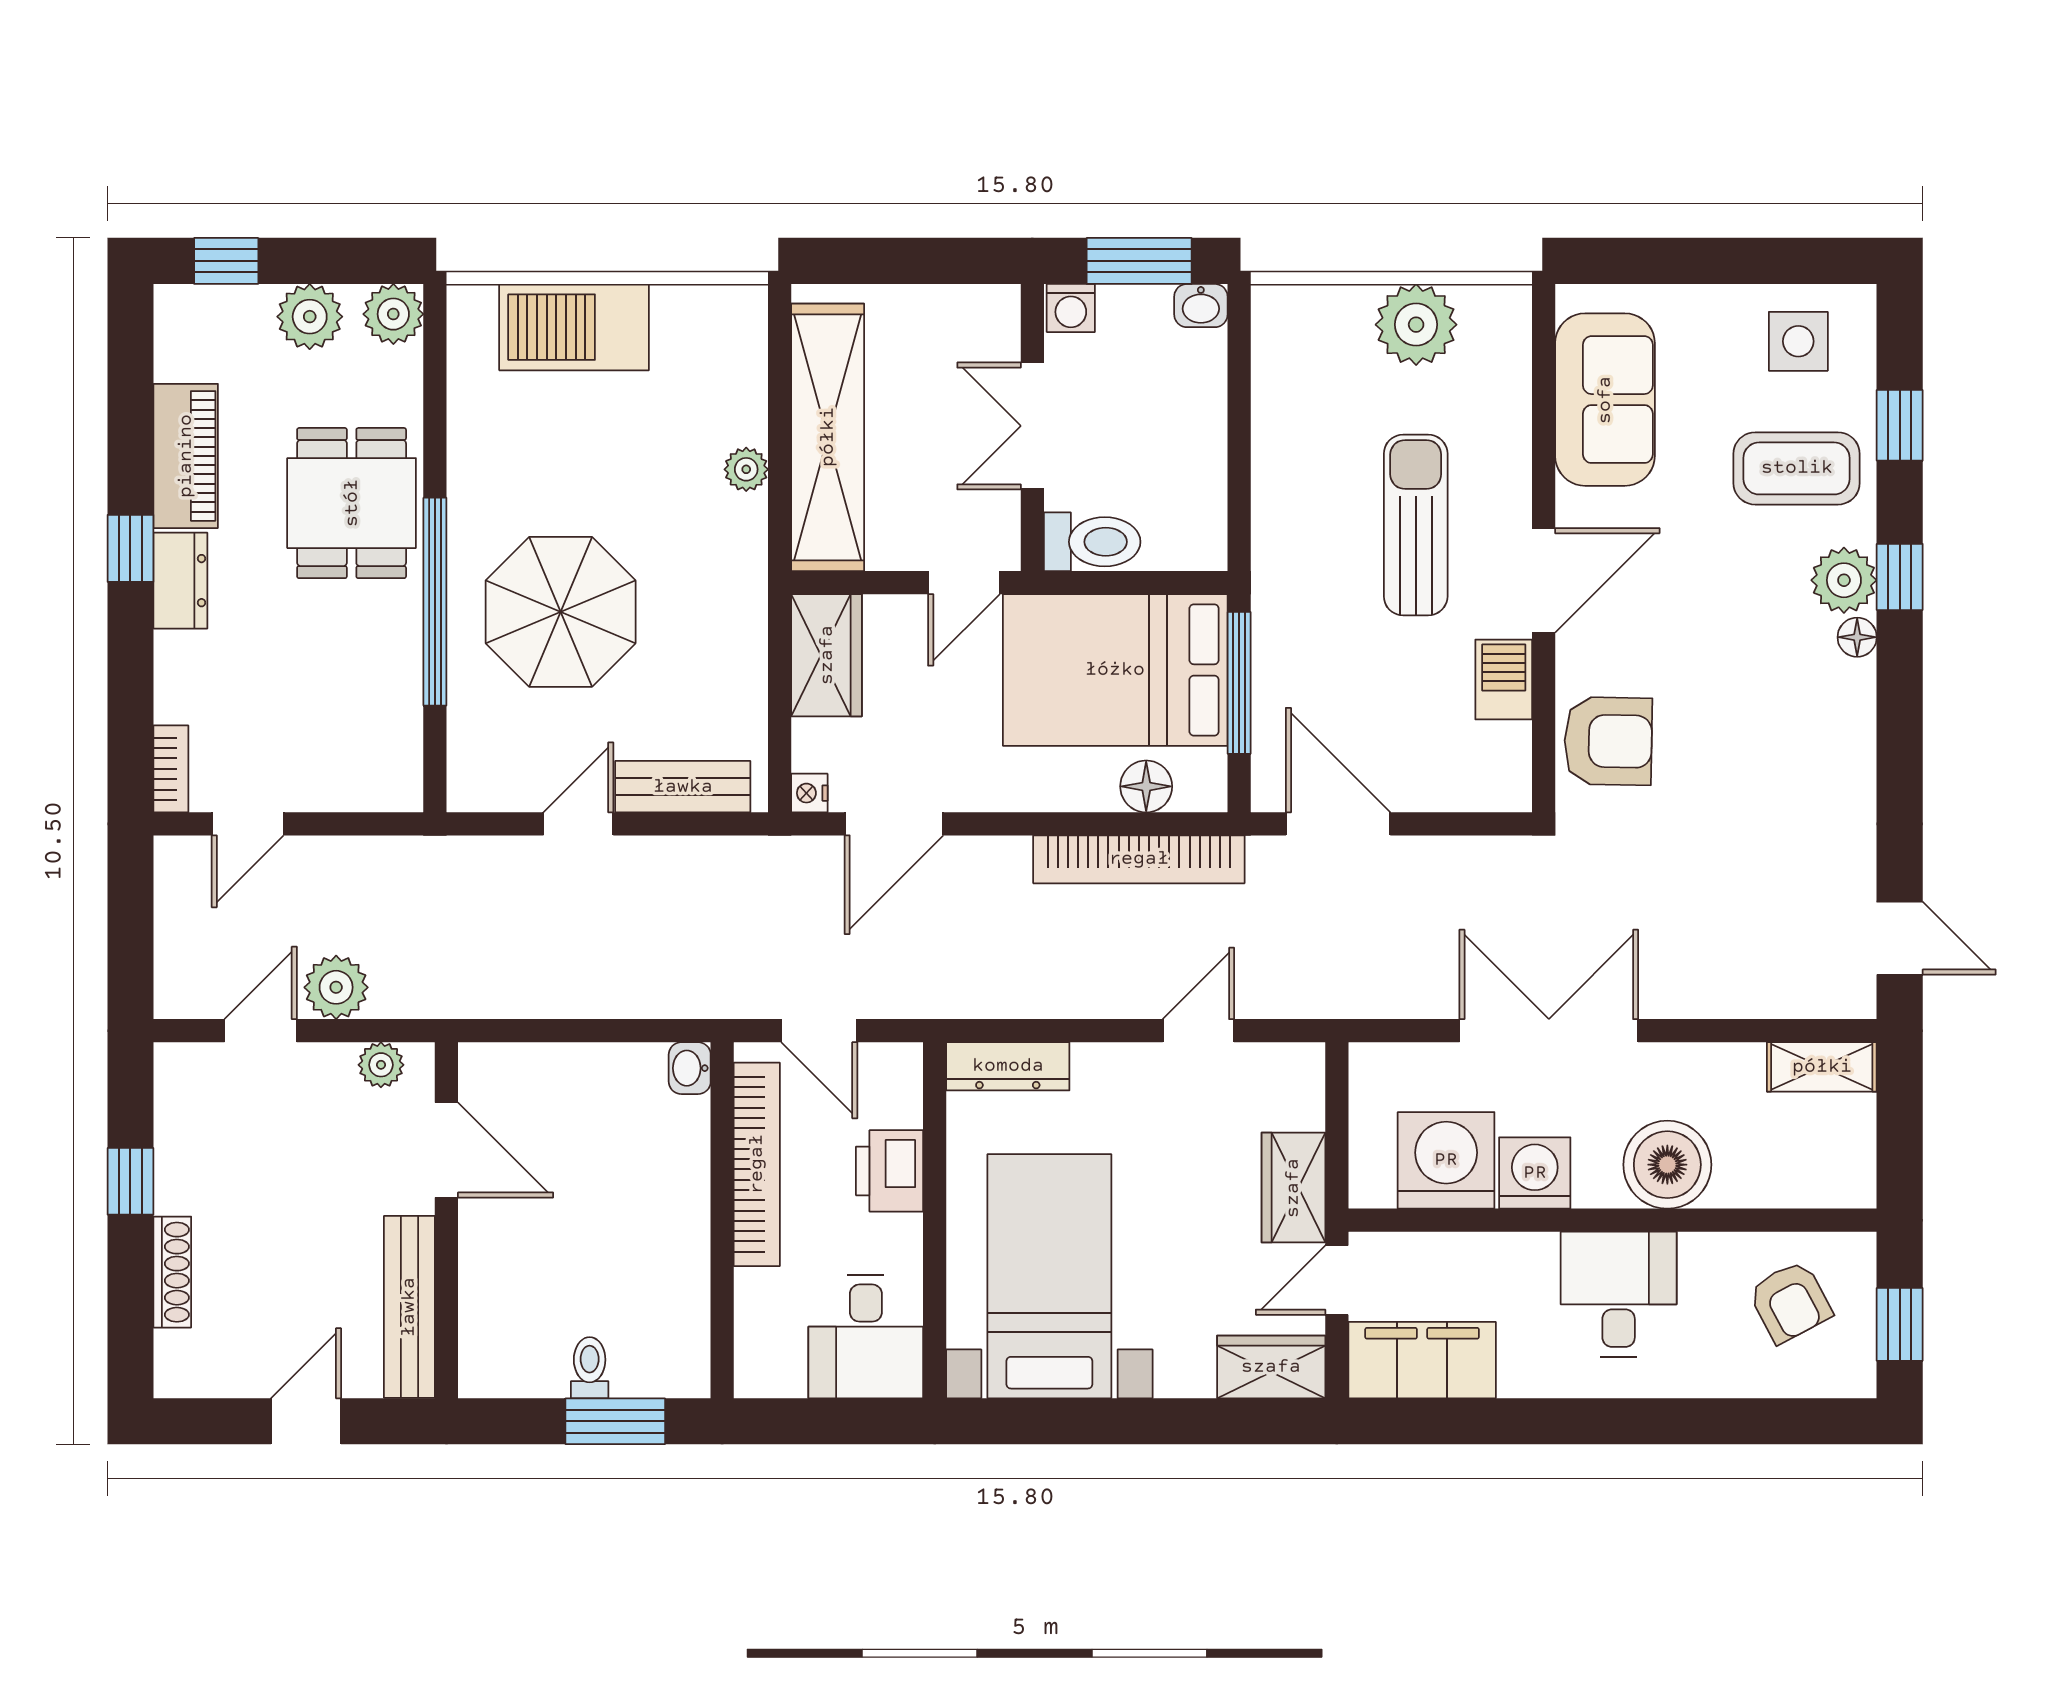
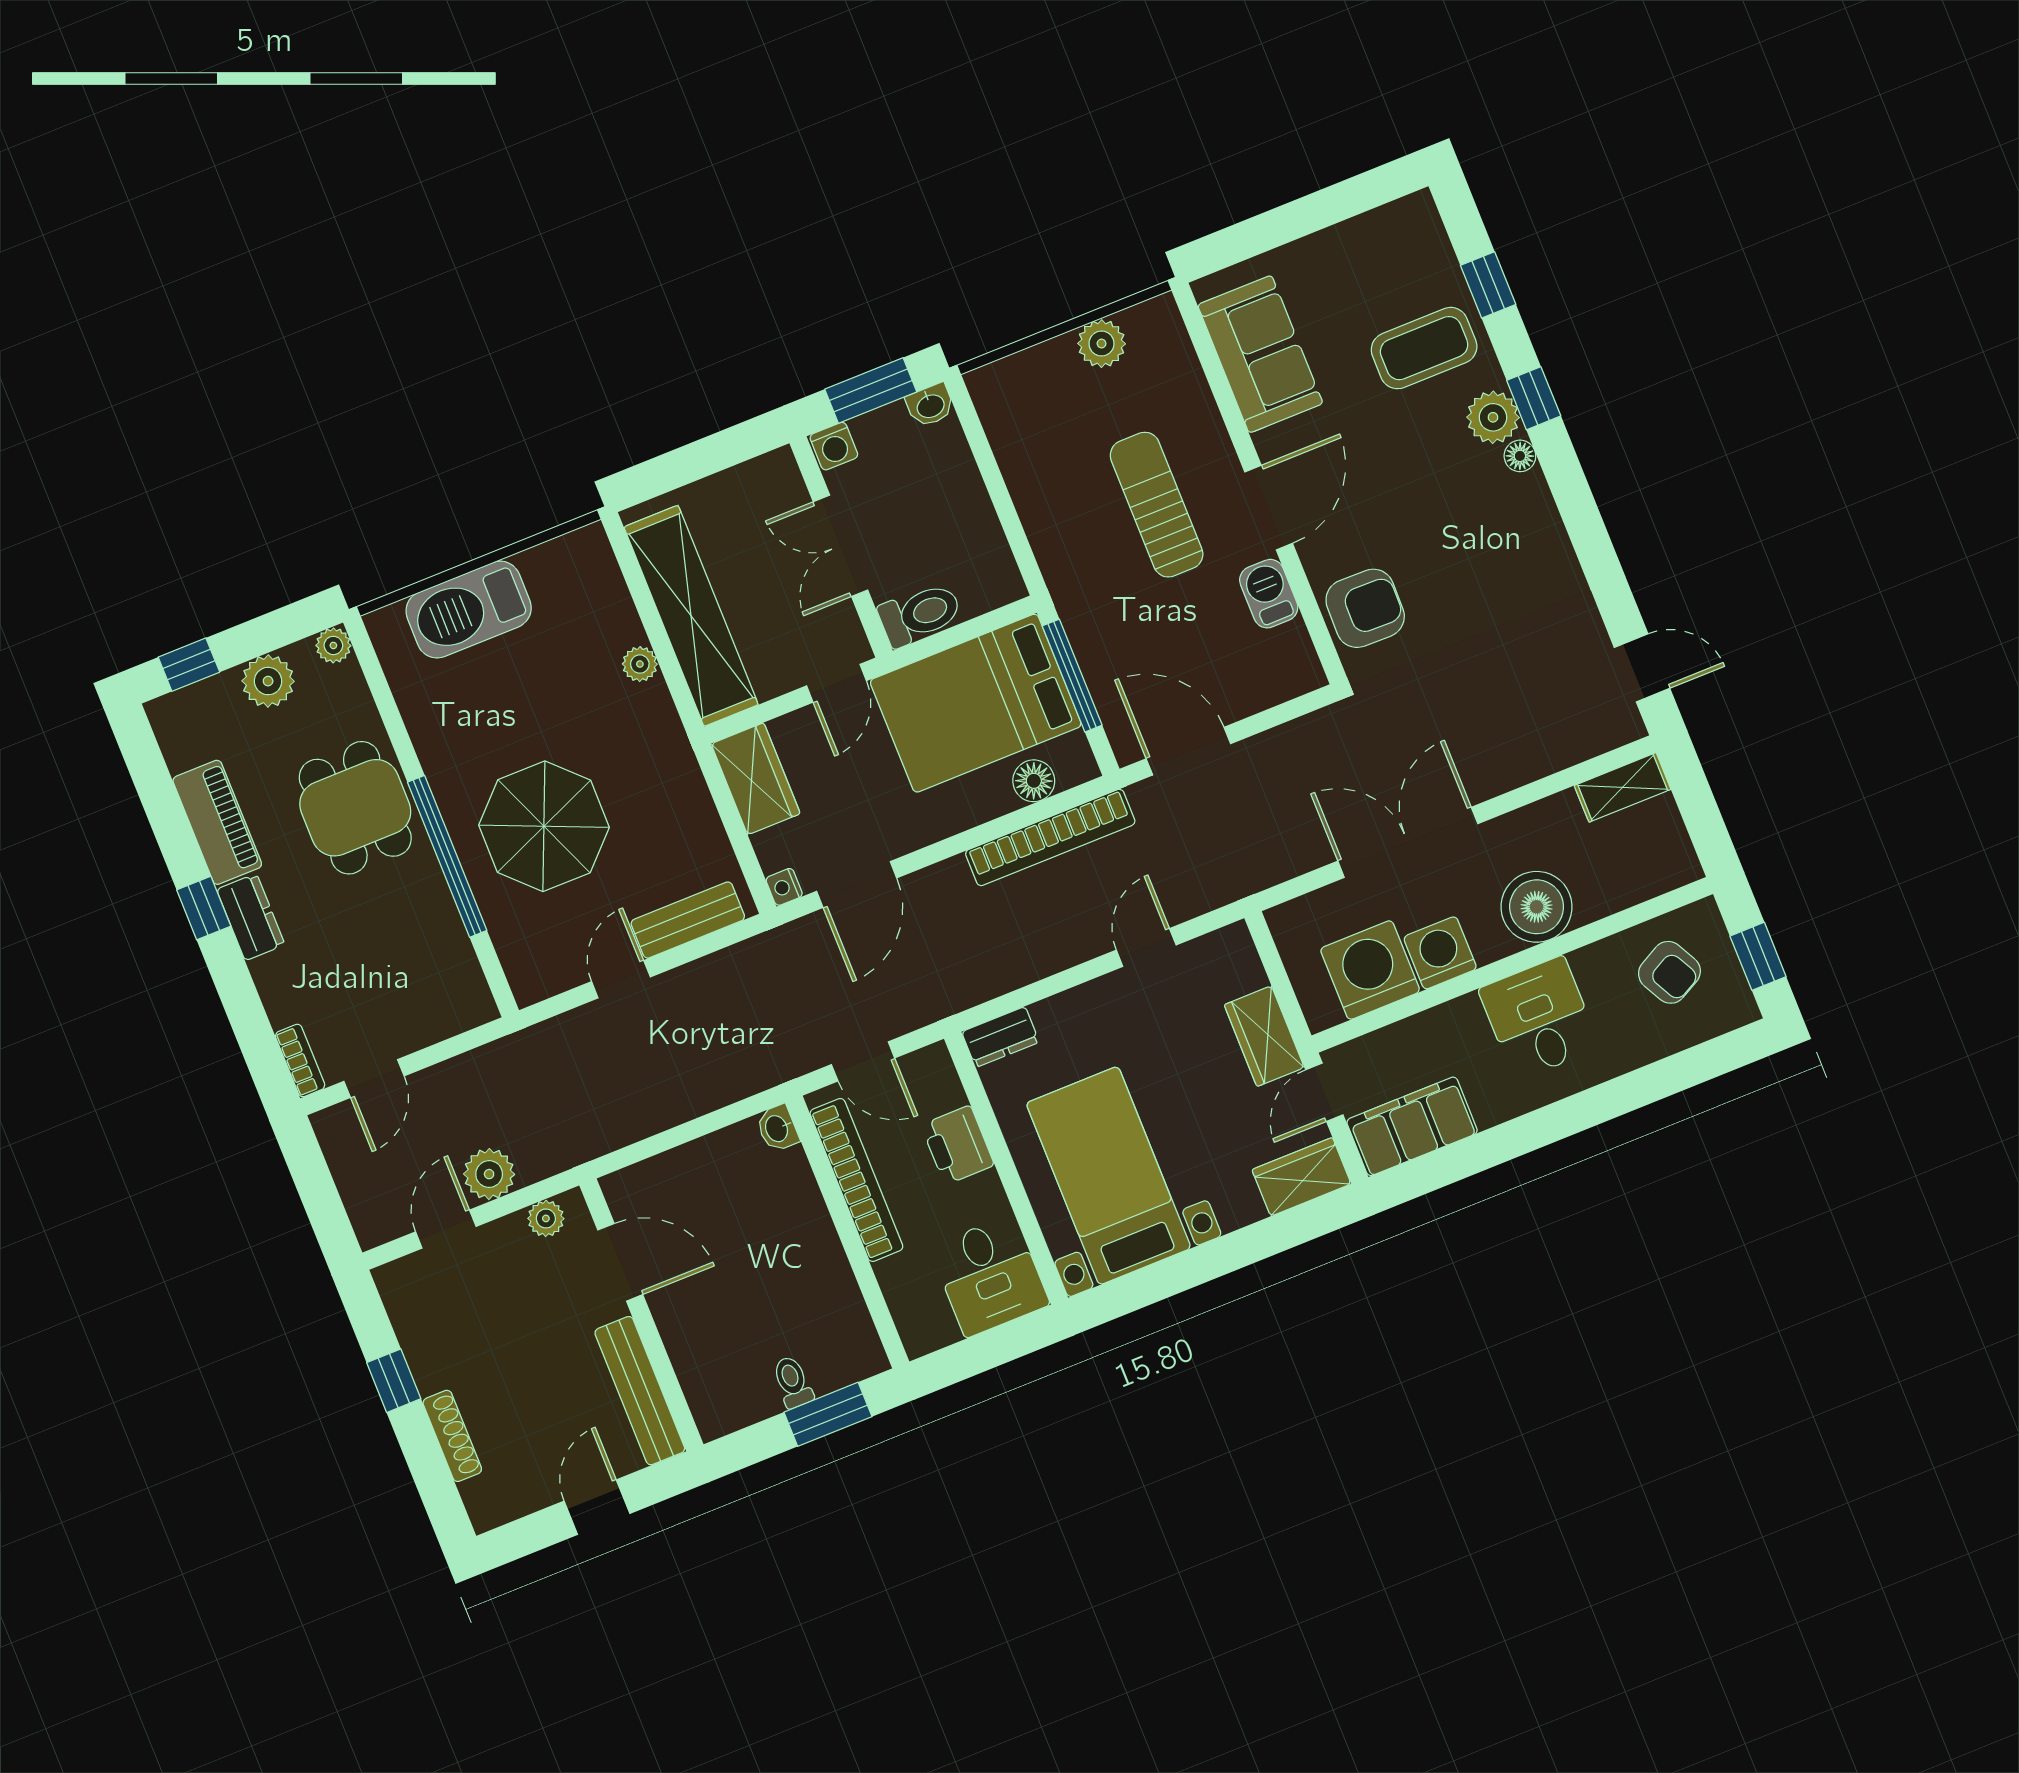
plant: (393, 314) -> (333, 645), width x0.73, depth x0.73
plant: (1416, 325) -> (1102, 344), width x0.73, depth x0.73
side table: (1798, 341) -> (1387, 253), removed
dresser: (1008, 1066) -> (1000, 1037), width x0.70

